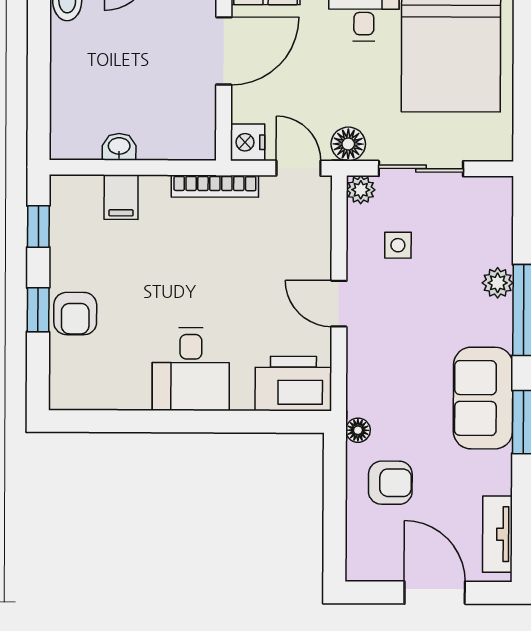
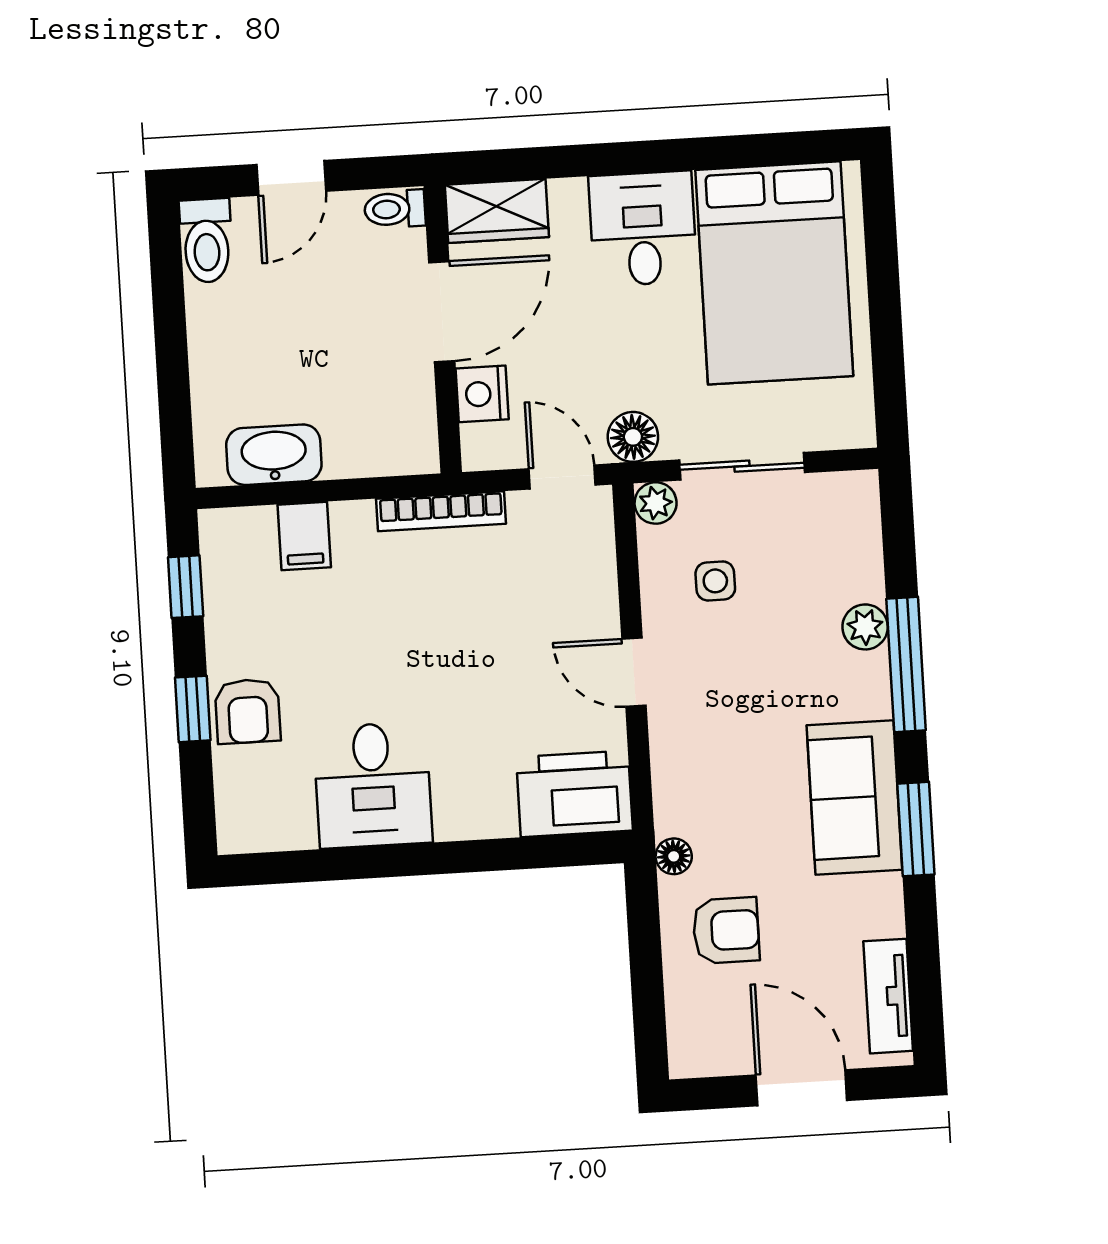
nightstand: (248, 142) -> (482, 394), moved
washbasin: (119, 147) -> (274, 455), width x1.91, depth x1.45
desk: (191, 369) -> (373, 785), moved

